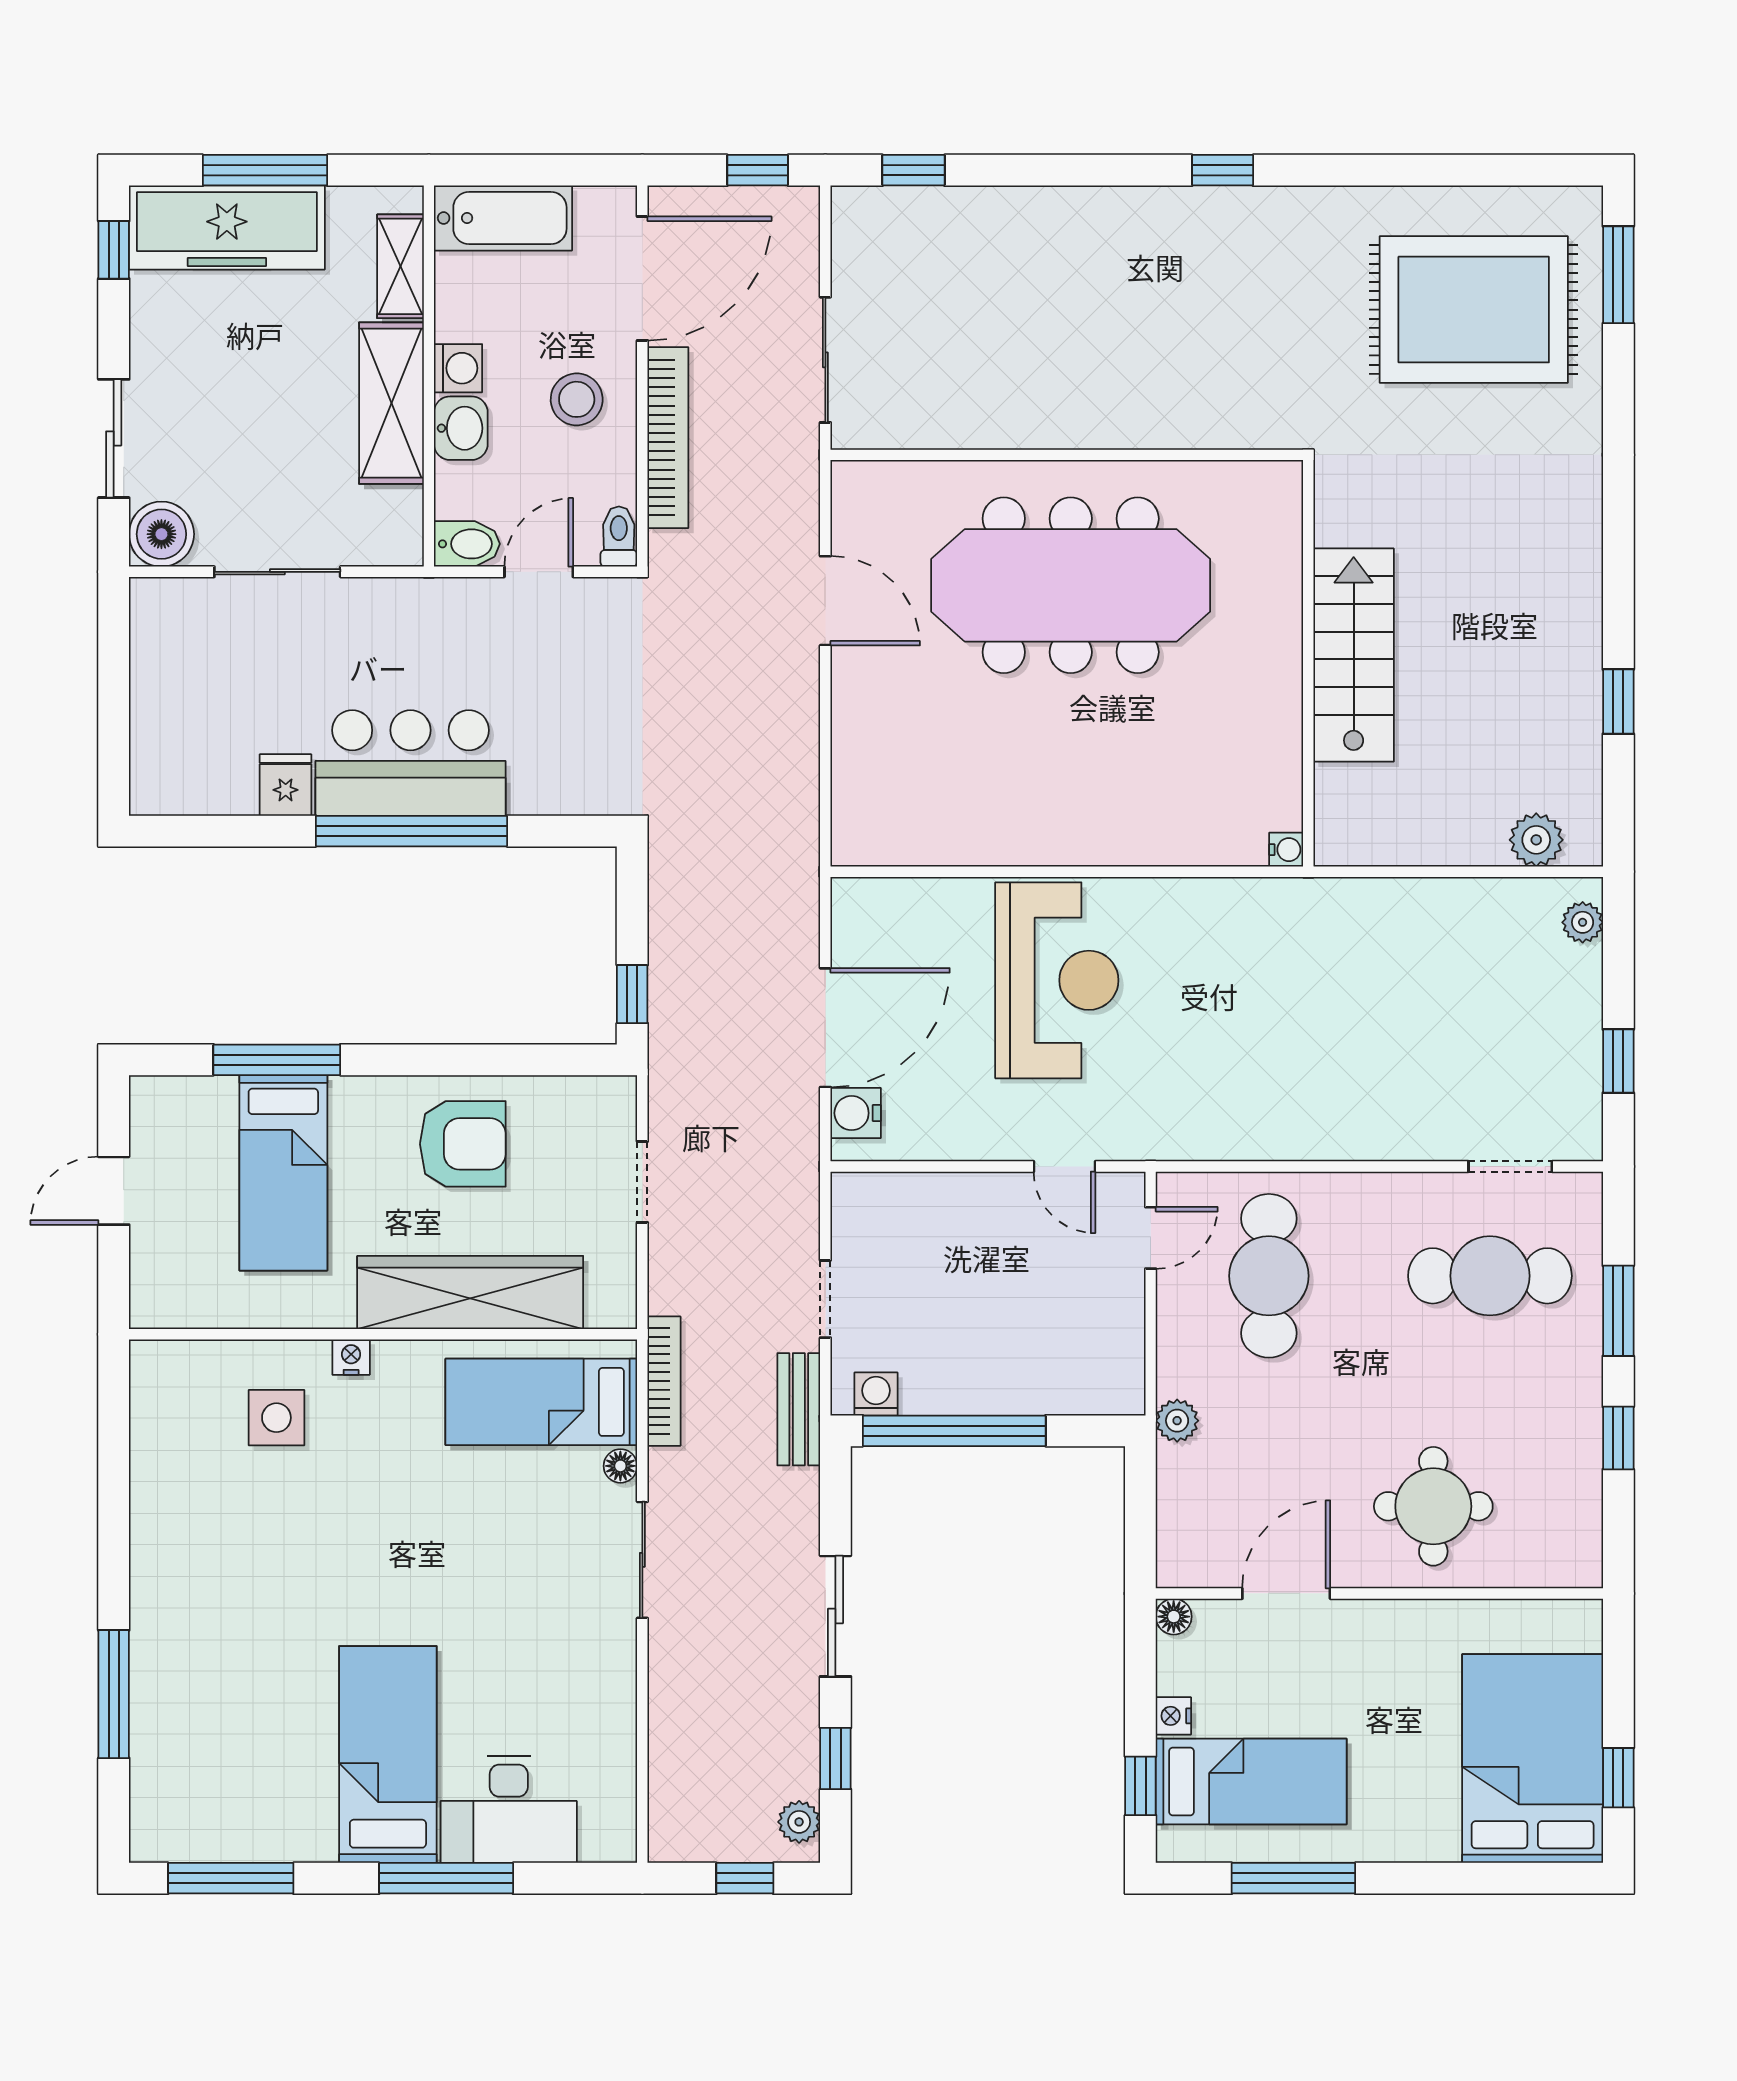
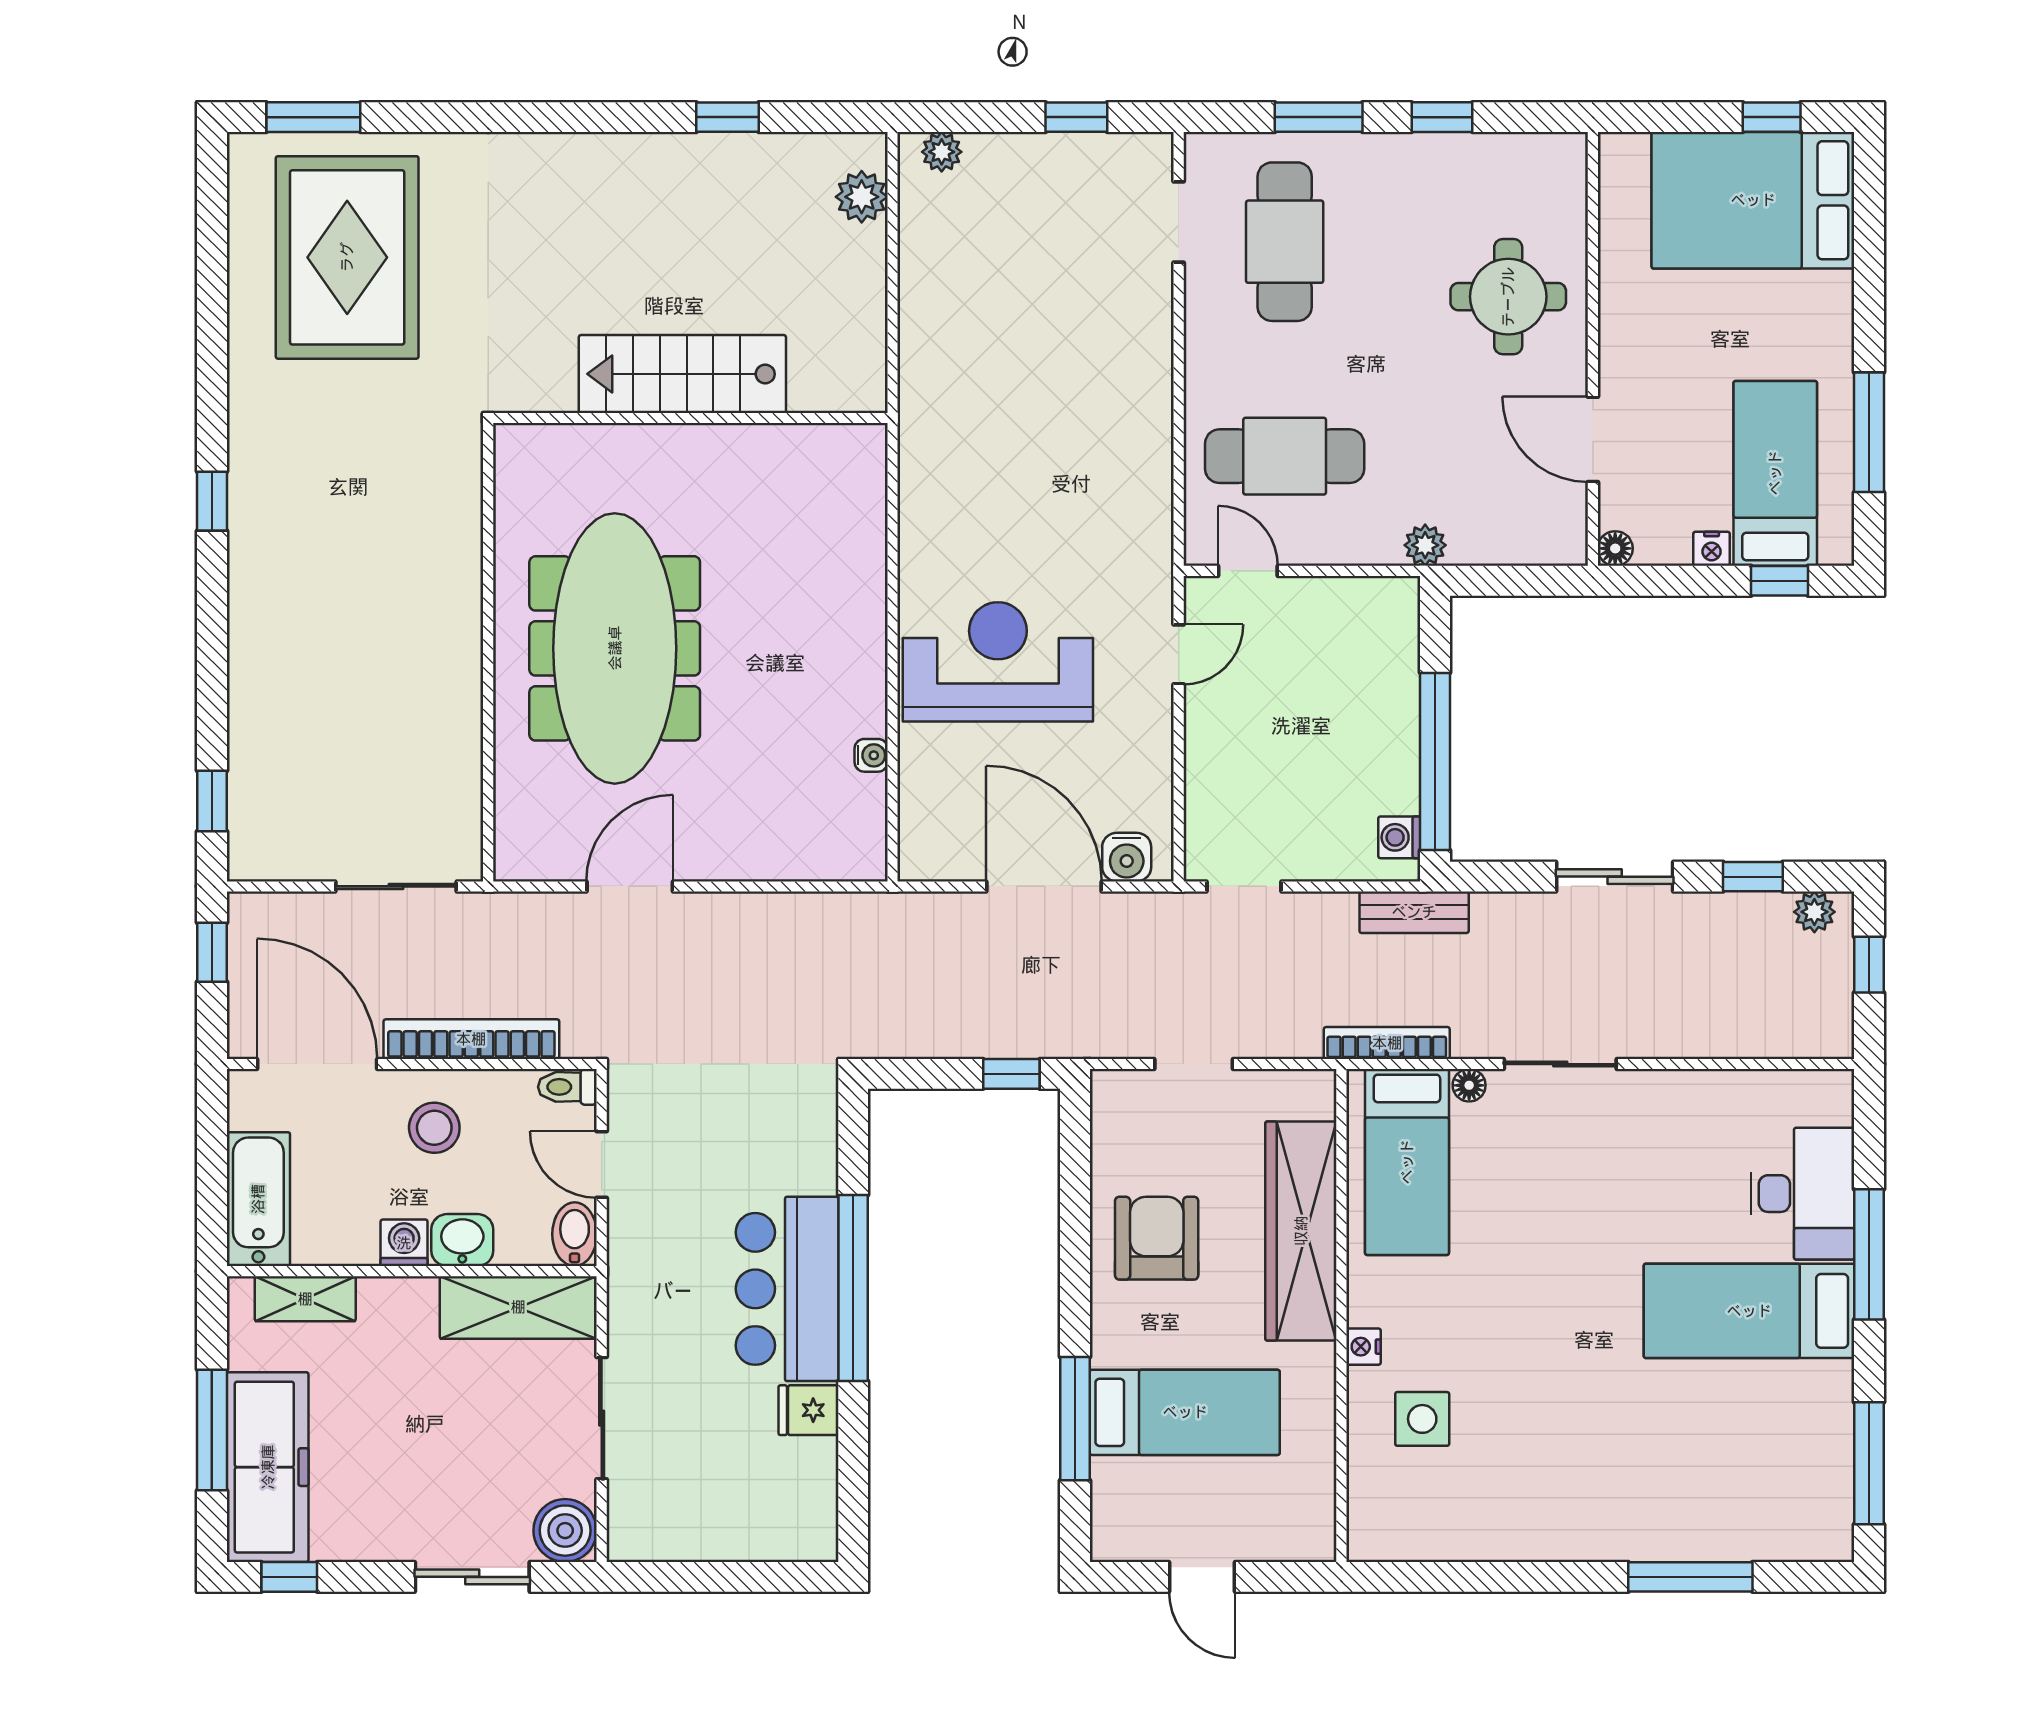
shelving: (391, 403) -> (518, 1307), moved
water cooler: (1286, 850) -> (871, 755), moved, turned 90
doorway: (825, 1299) -> (1244, 886), moved

